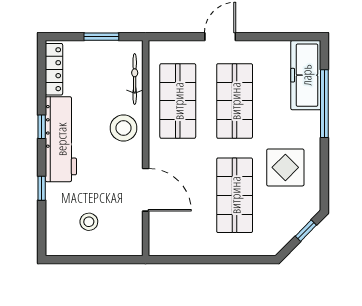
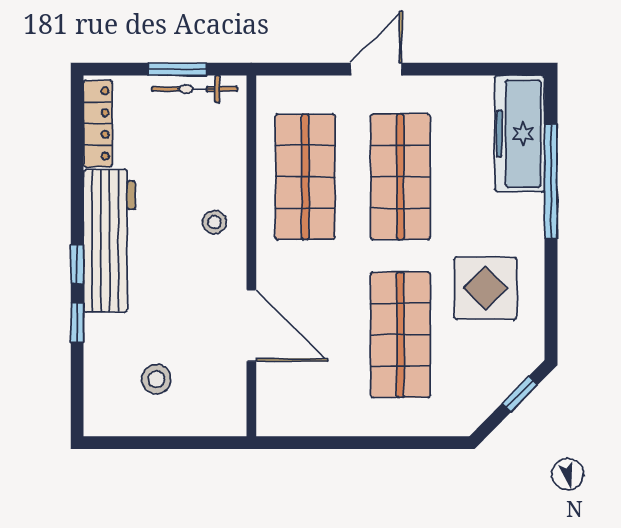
bicycle: (135, 79) -> (195, 89), moved, turned -90
window: (42, 127) -> (77, 264), moved
stool: (124, 128) -> (214, 222), width x0.53, depth x0.53

